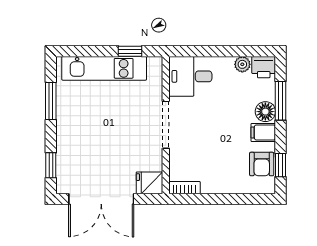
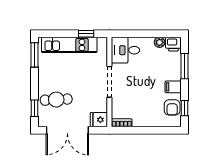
window: (51, 101) -> (34, 55), moved
floor lamp: (265, 112) -> (175, 73), removed
cafe table: (84, 152) -> (56, 100), added

